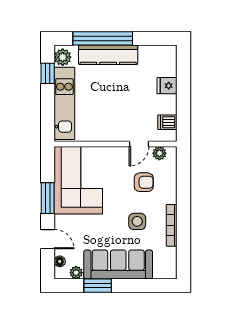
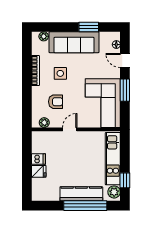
dishwasher: (167, 122) -> (38, 159), moved
door: (139, 144) -> (70, 129), moved
armchair: (144, 182) -> (56, 102), turned 180
plant: (76, 273) -> (44, 36), moved

